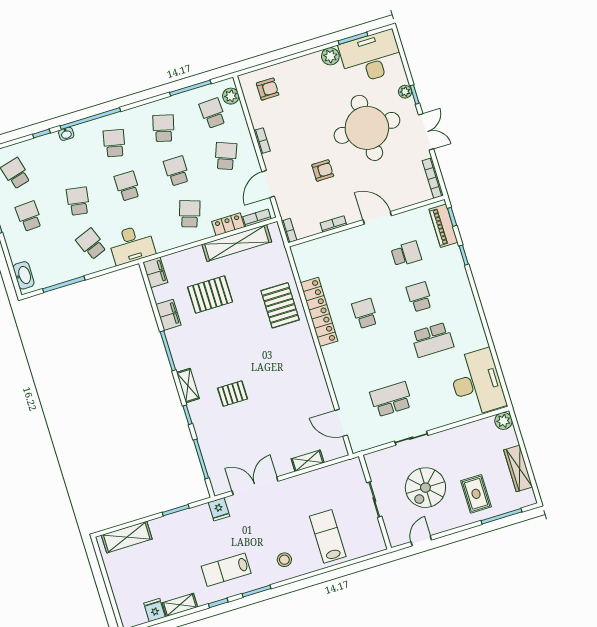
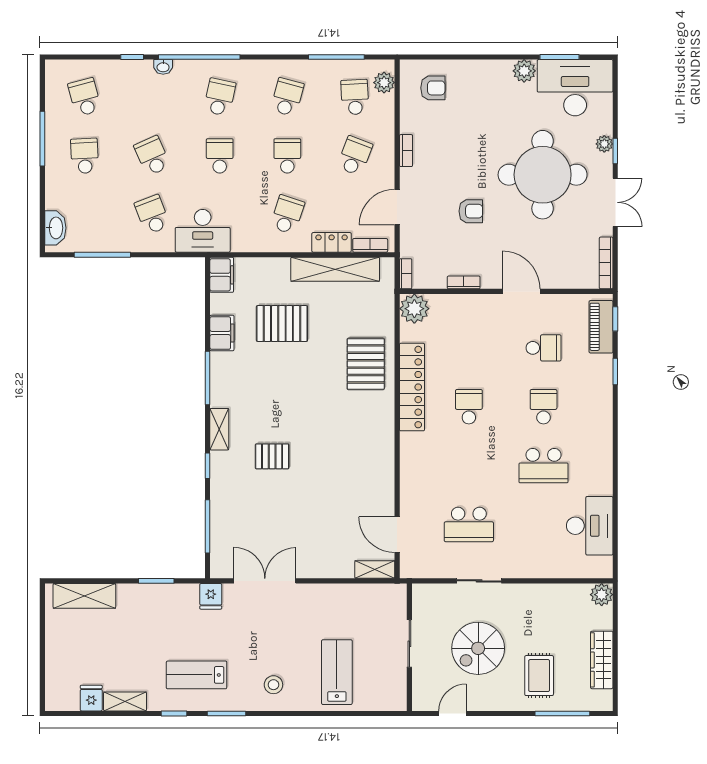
school desk: (78, 201) -> (152, 156), turned -33
plant: (303, 254) -> (414, 309), added
desk: (477, 383) -> (590, 526), width x0.73, depth x0.77
school desk: (391, 399) -> (469, 524), turned 180
shelving: (308, 461) -> (375, 570), moved

